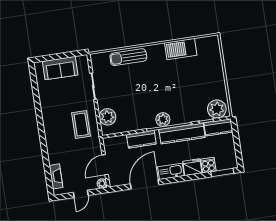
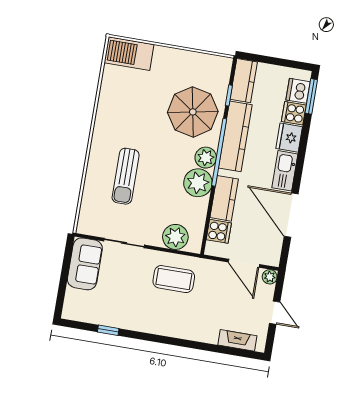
barbecue: (181, 49) -> (129, 54), moved, turned 90
sun lounger: (128, 57) -> (126, 176), moved
sofa: (60, 68) -> (85, 264), moved
window: (36, 94) -> (108, 330), added
parasol: (189, 102) -> (193, 112), added
plant: (217, 109) -> (198, 183), moved
cooker: (120, 143) -> (219, 231), added
dishwasher: (223, 163) -> (298, 91), added

